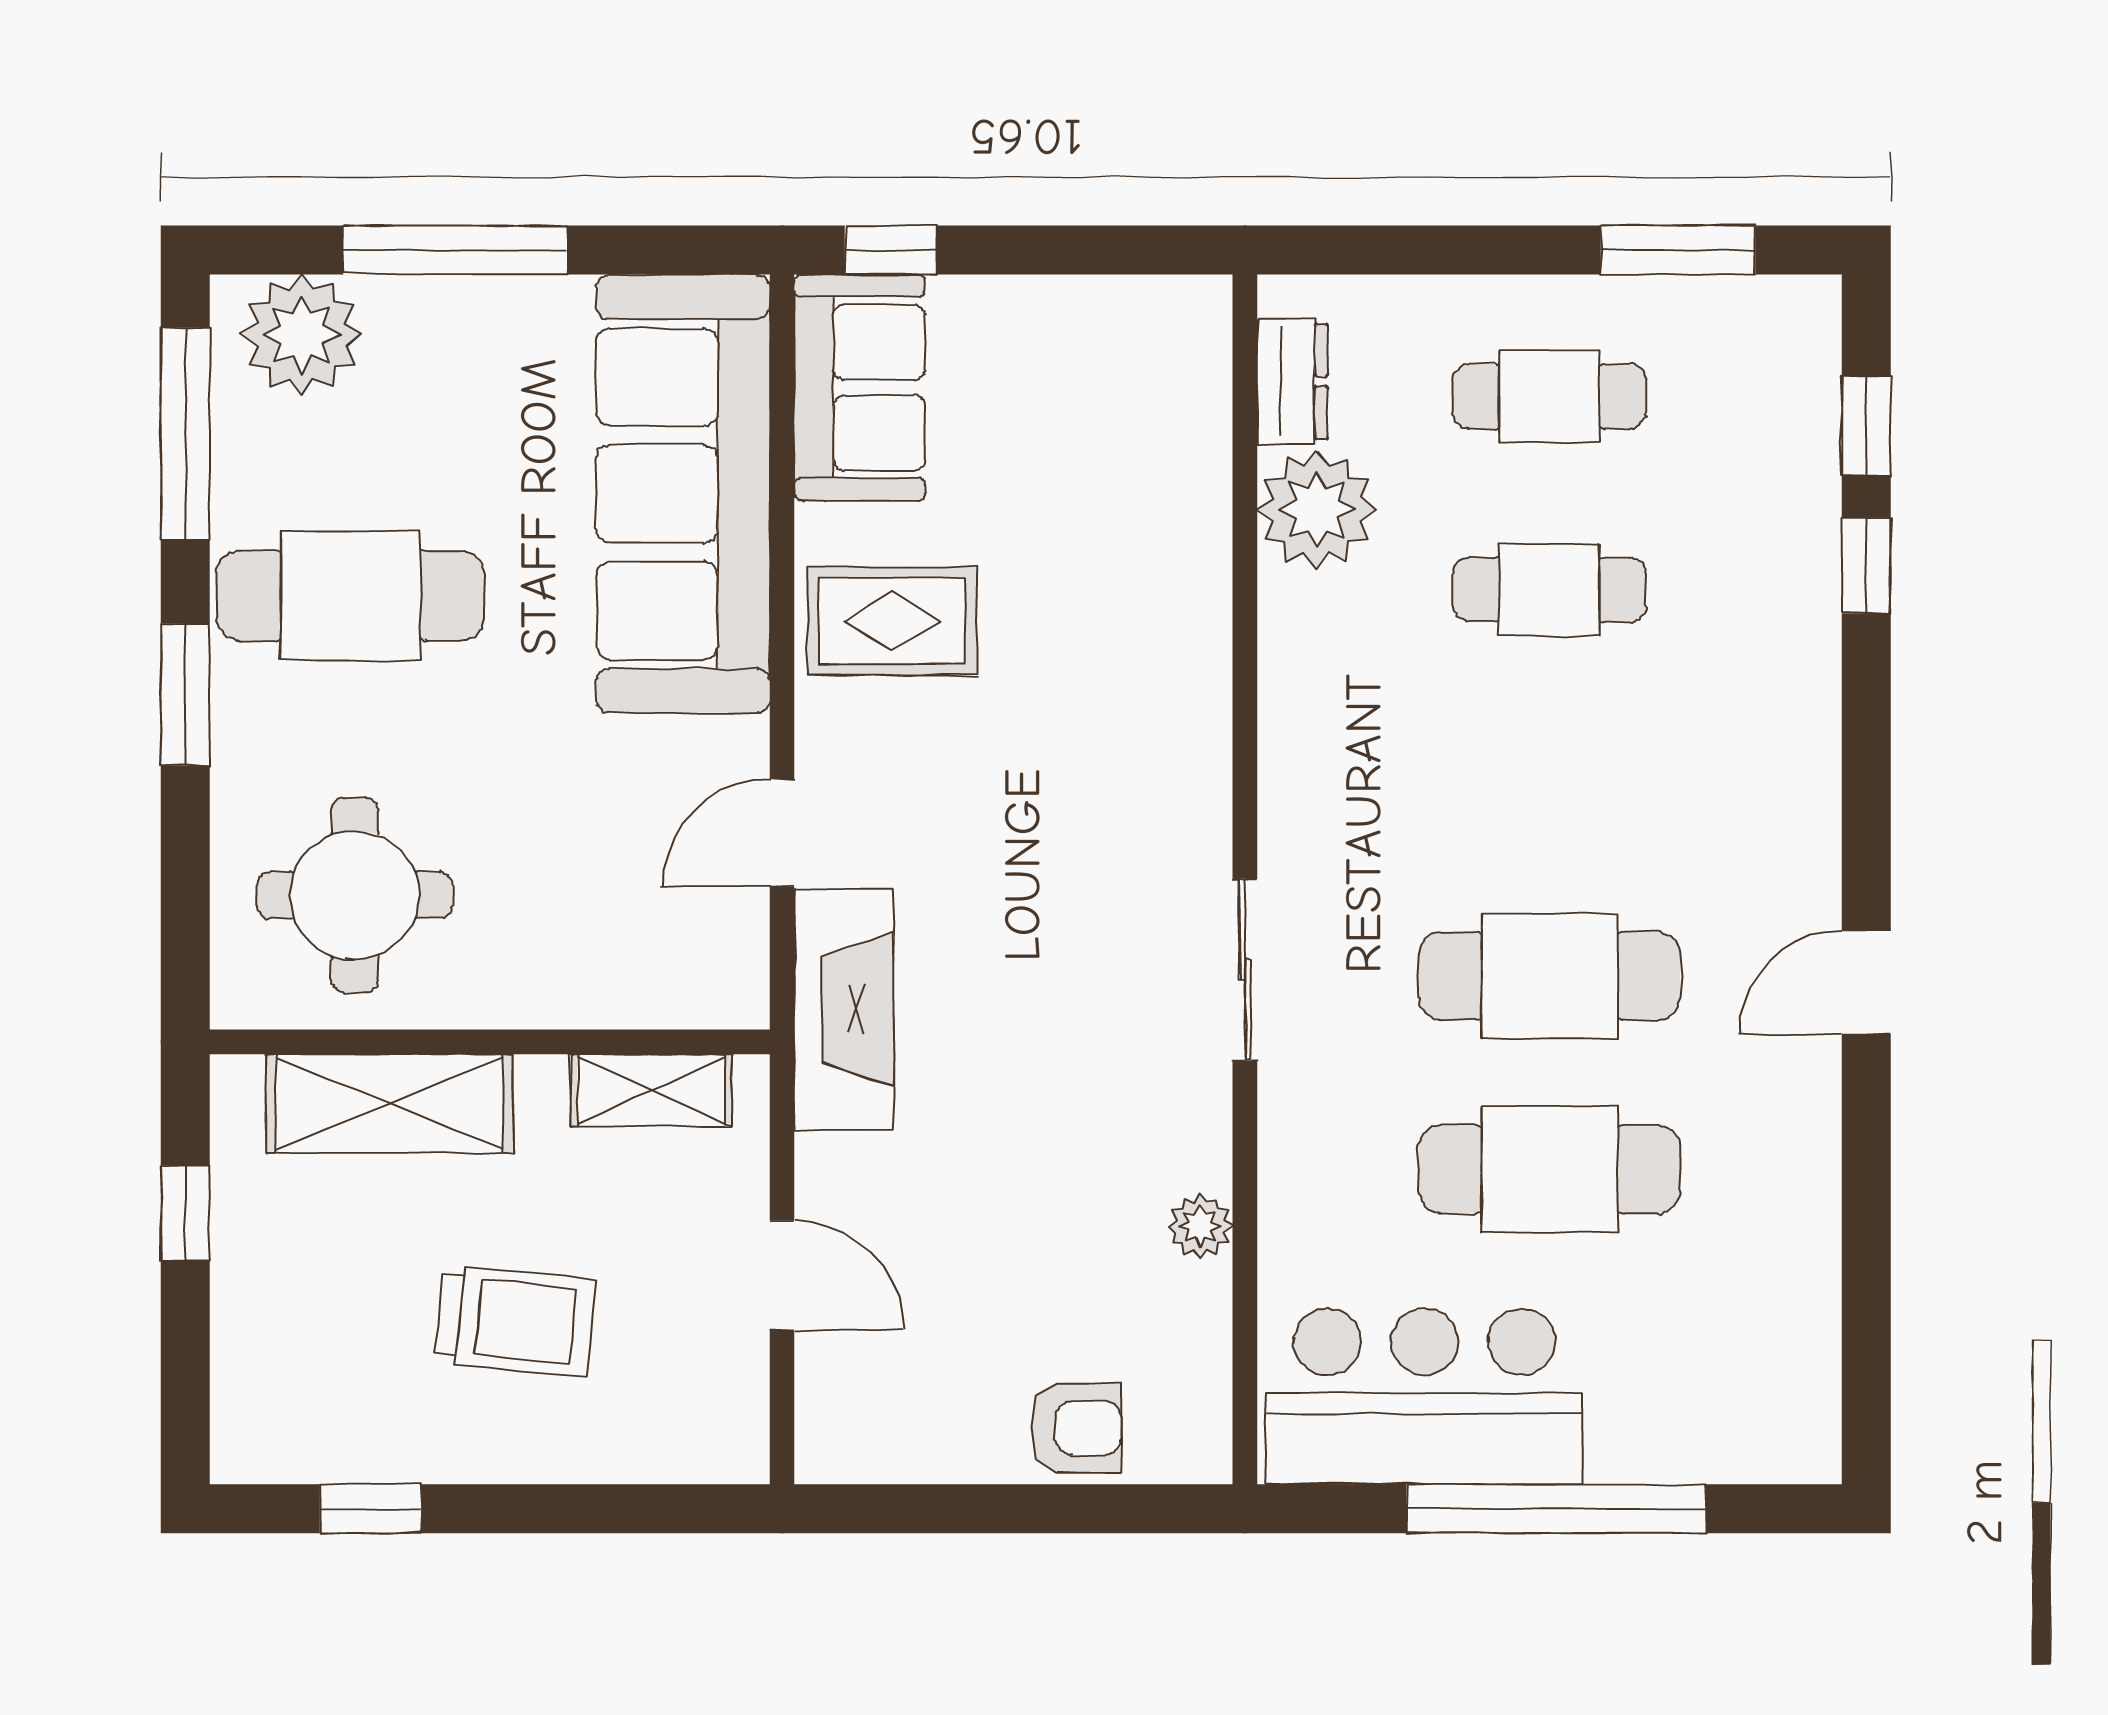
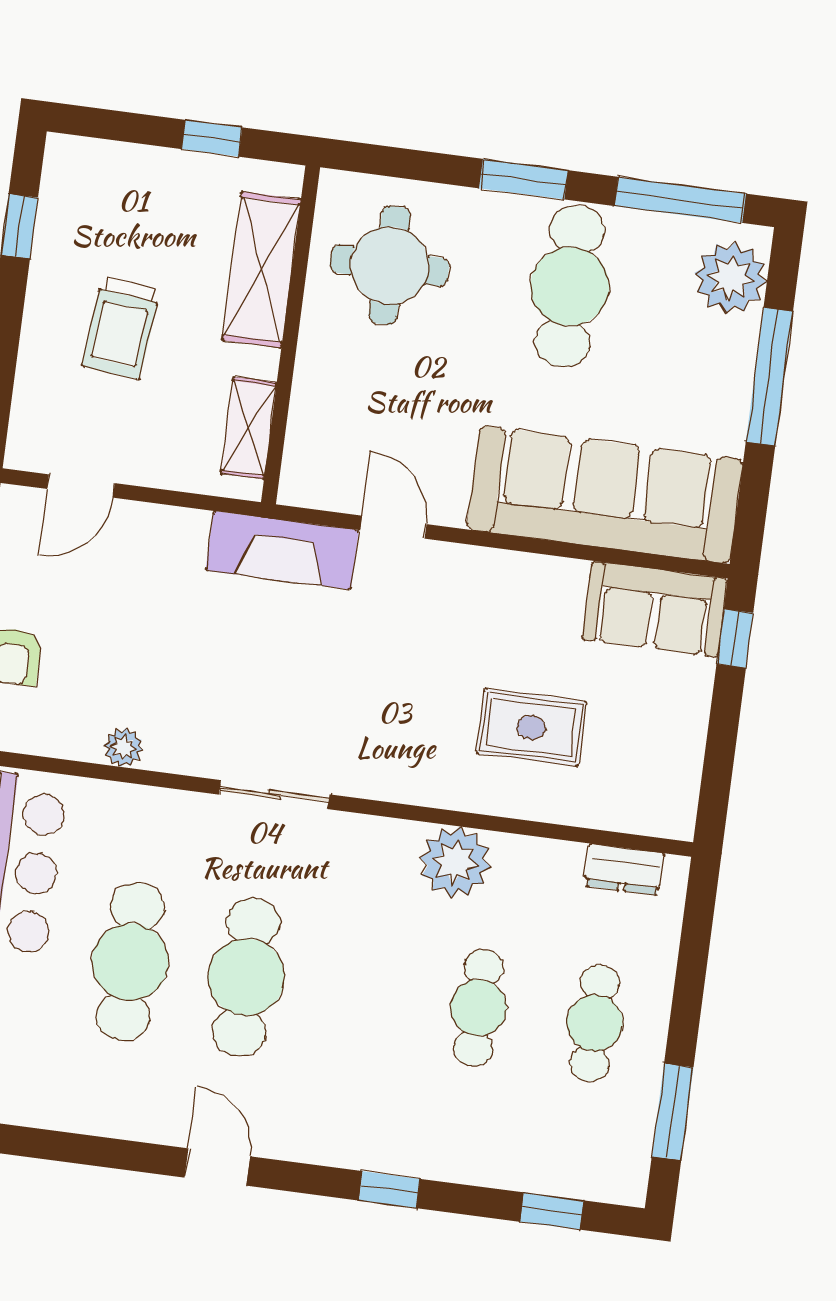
plant: (1317, 510) -> (455, 862), moved
window: (1866, 566) -> (389, 1190), moved
rug: (892, 621) -> (531, 727), moved, turned 90
door: (782, 1275) -> (81, 486), moved

